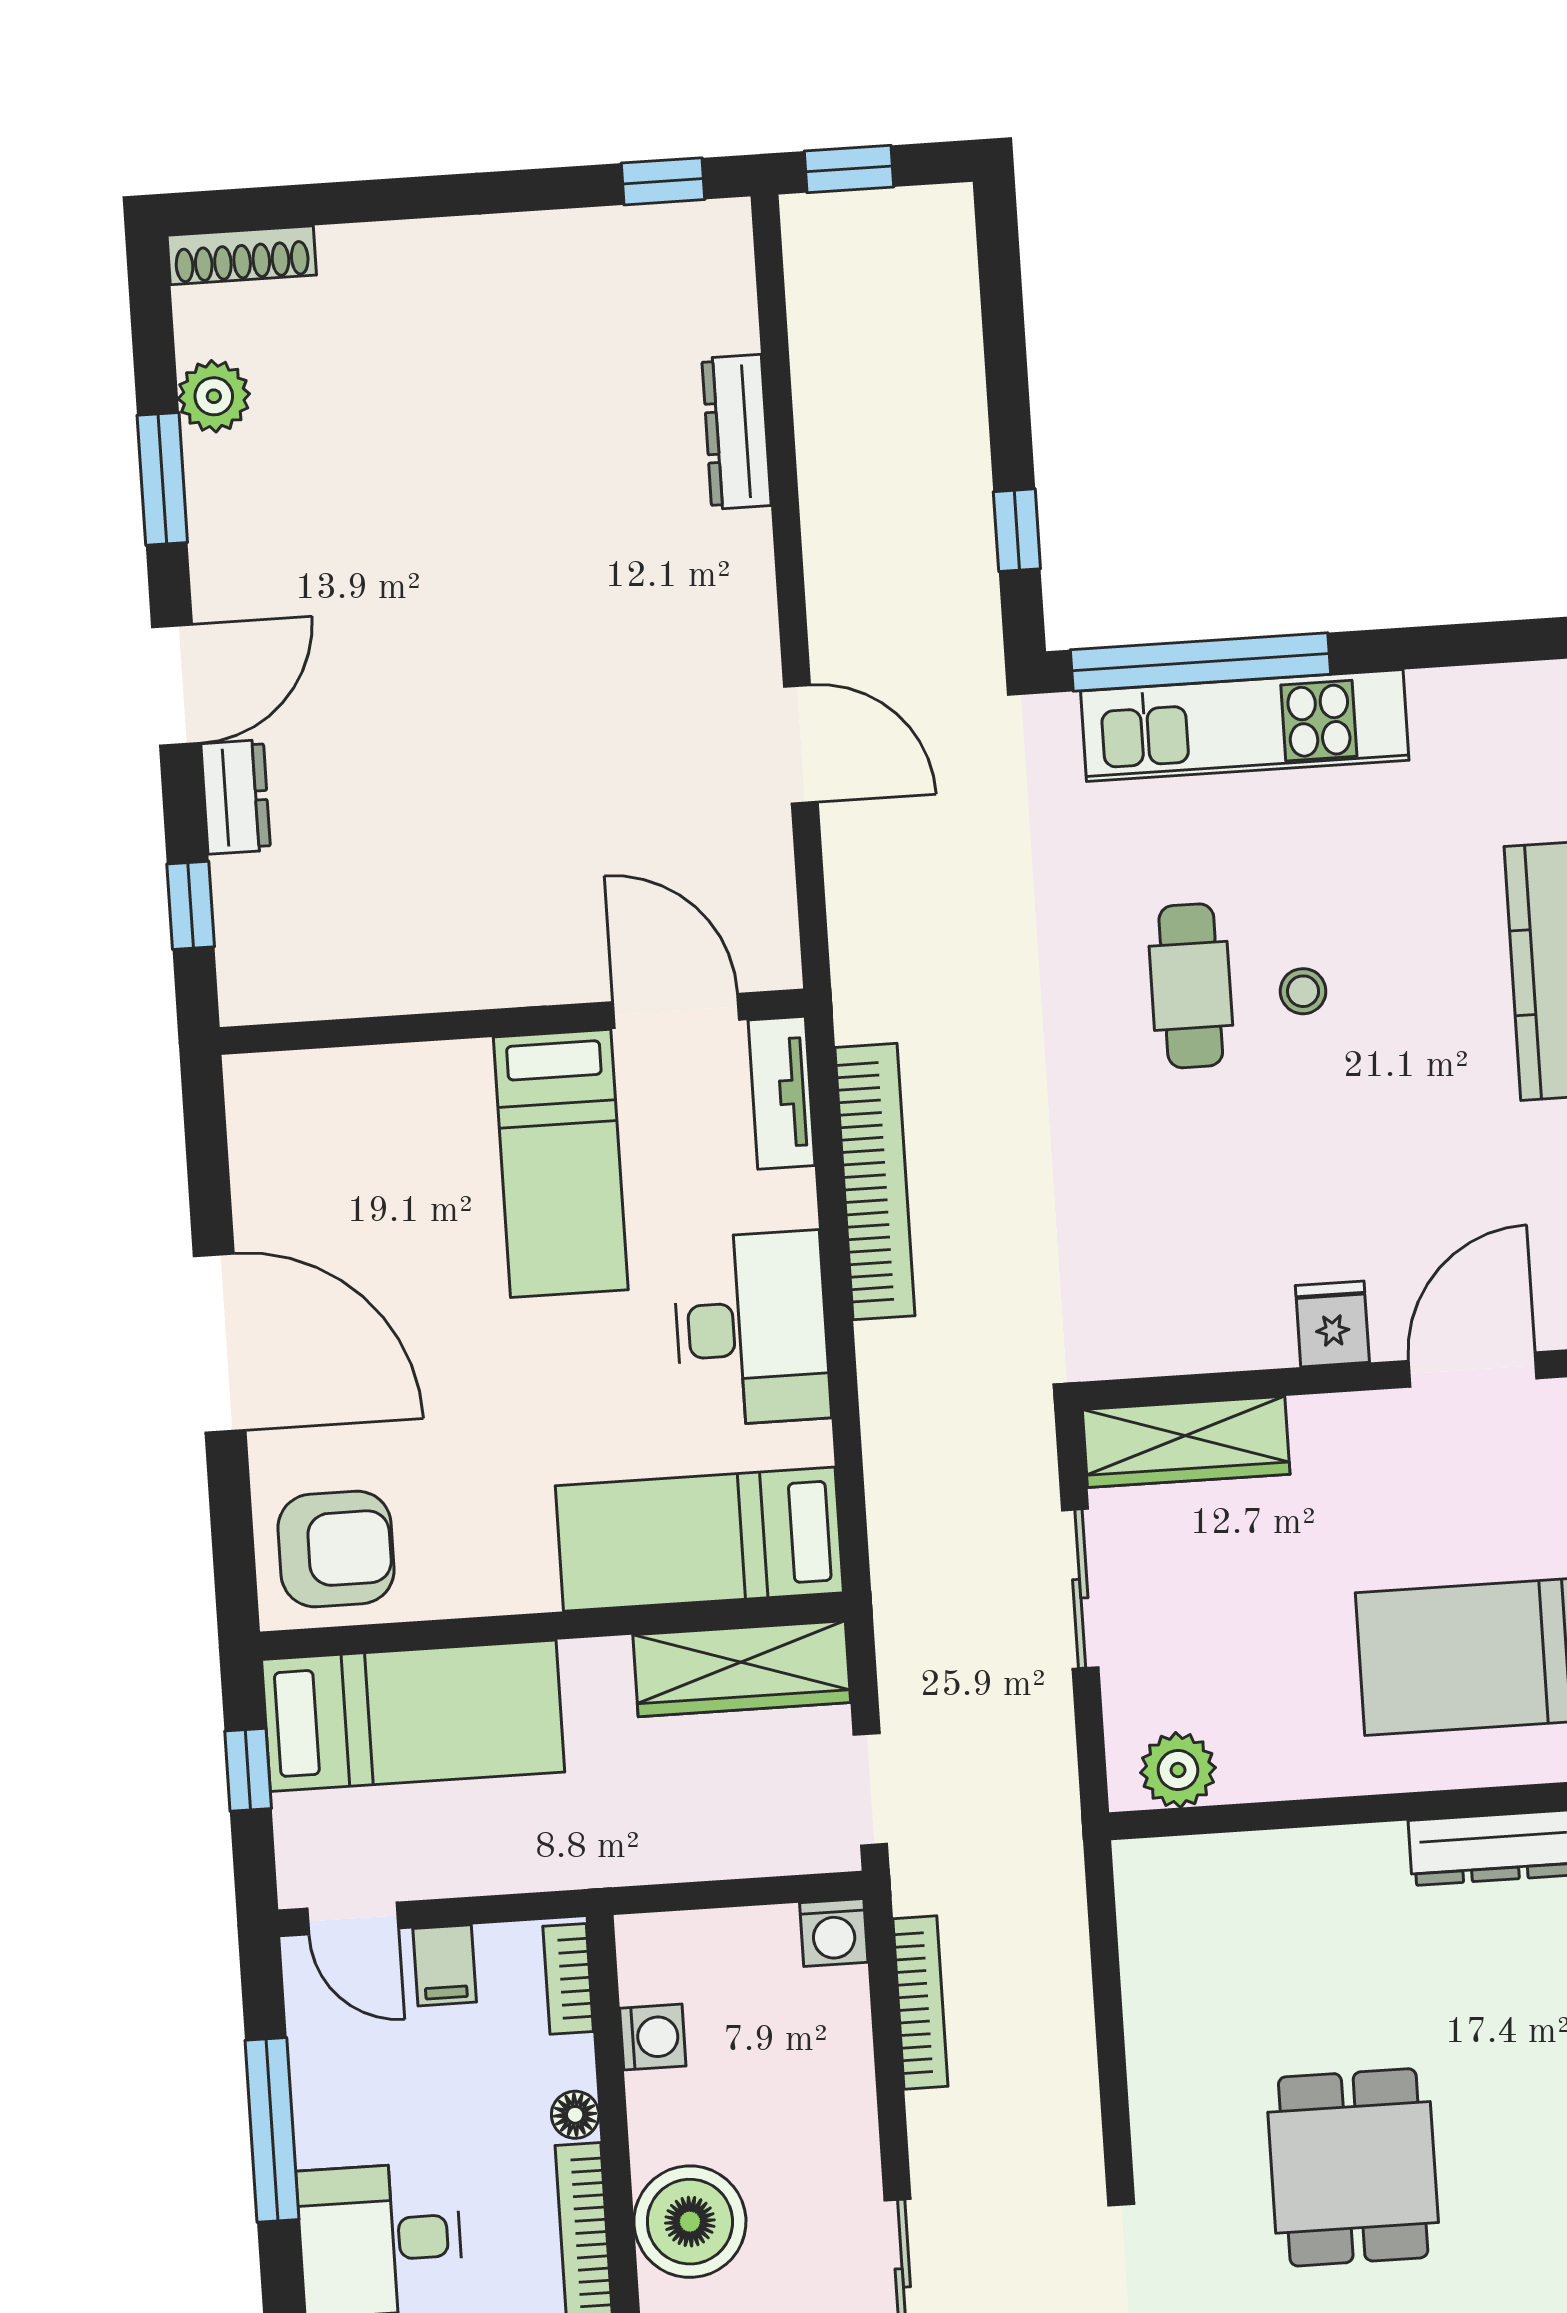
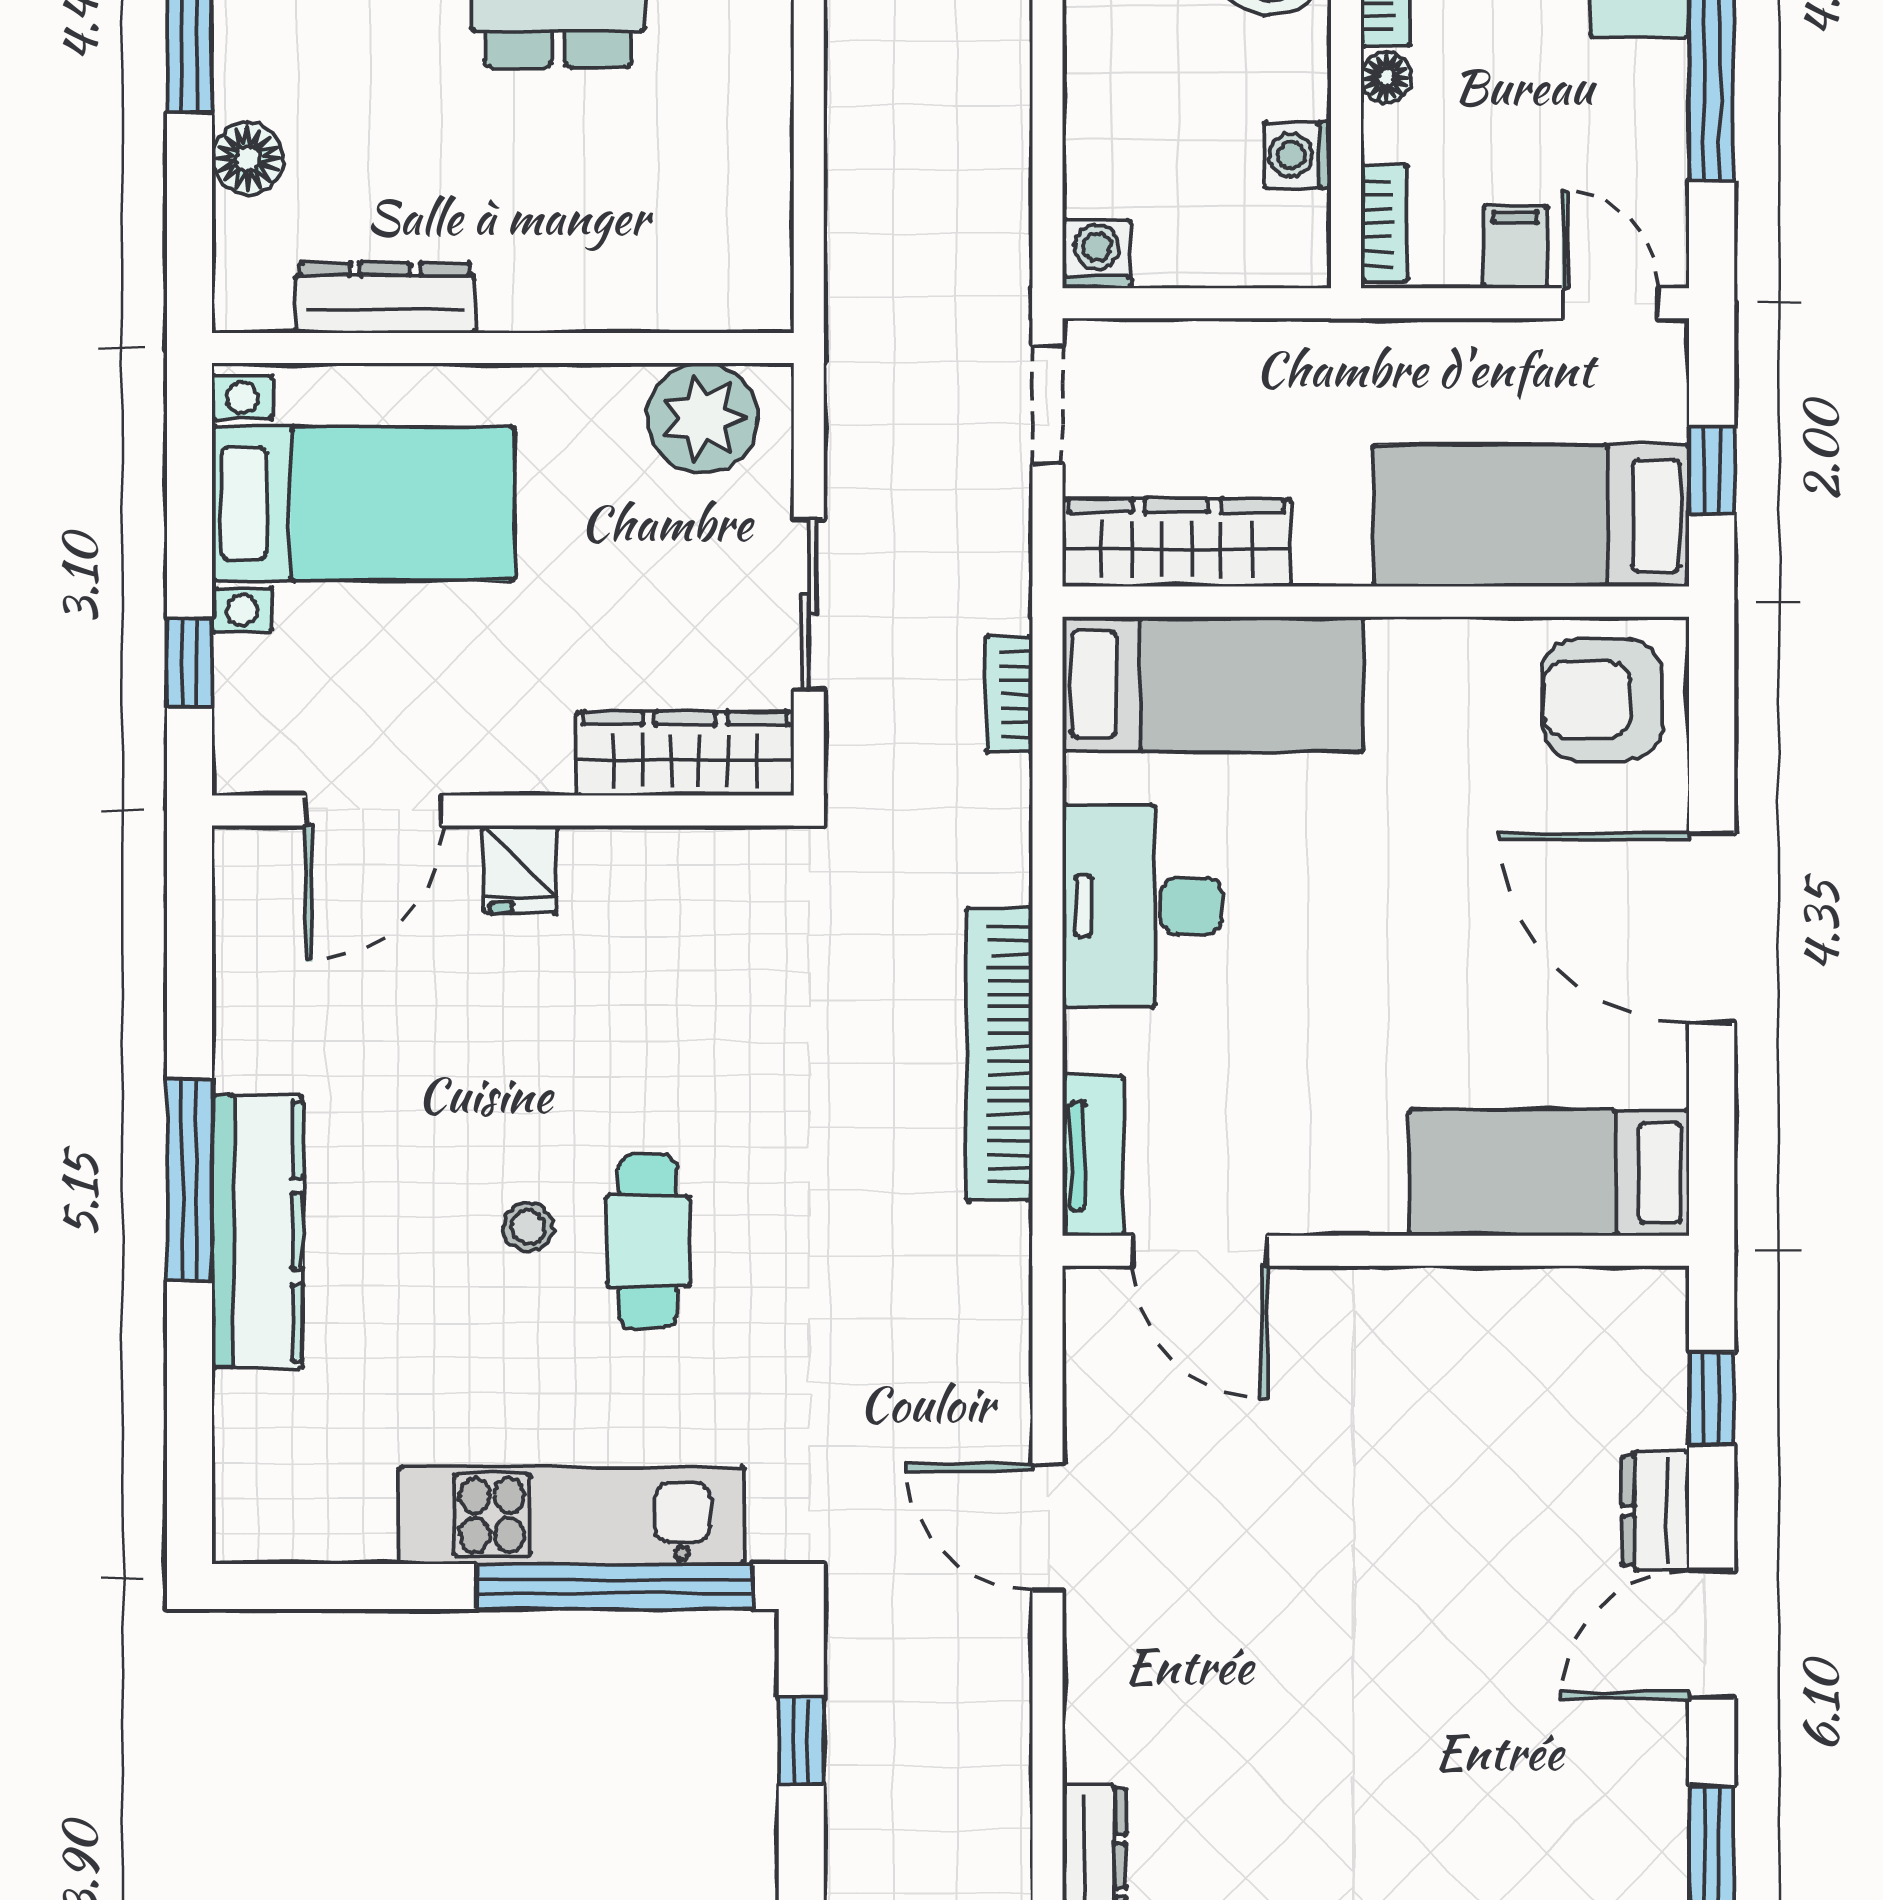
bed: (561, 1163) -> (1549, 1173), moved, turned -90
plant: (1178, 1770) -> (702, 418), width x1.36, depth x1.36
bookcase: (920, 2003) -> (1009, 694), moved, width x0.64

